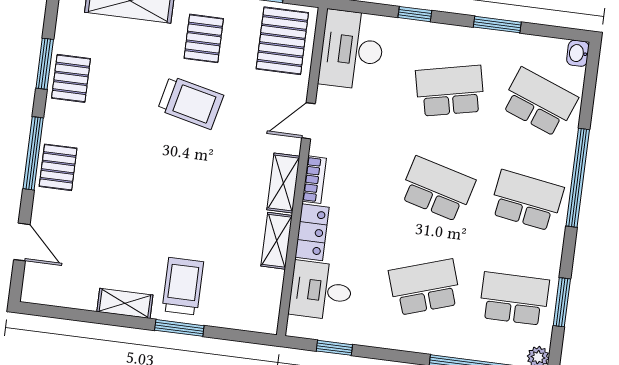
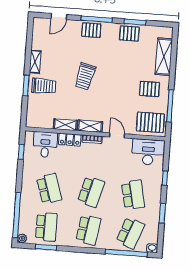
trolley: (191, 103) -> (85, 76), moved
window: (578, 178) -> (126, 253), moved

